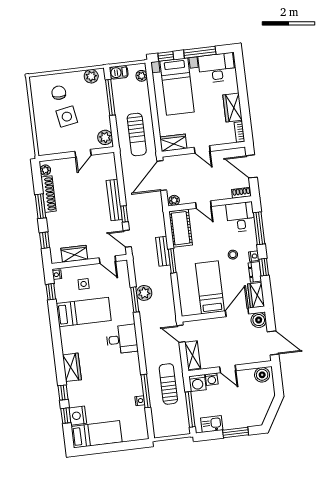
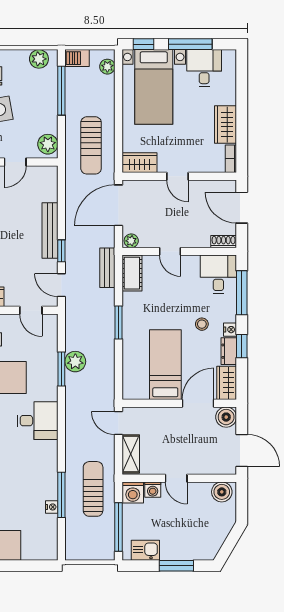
desk: (217, 68) -> (204, 68), width x0.73
cot: (181, 228) -> (132, 273), width x0.73, depth x0.75
bench: (163, 251) -> (107, 268), moved

